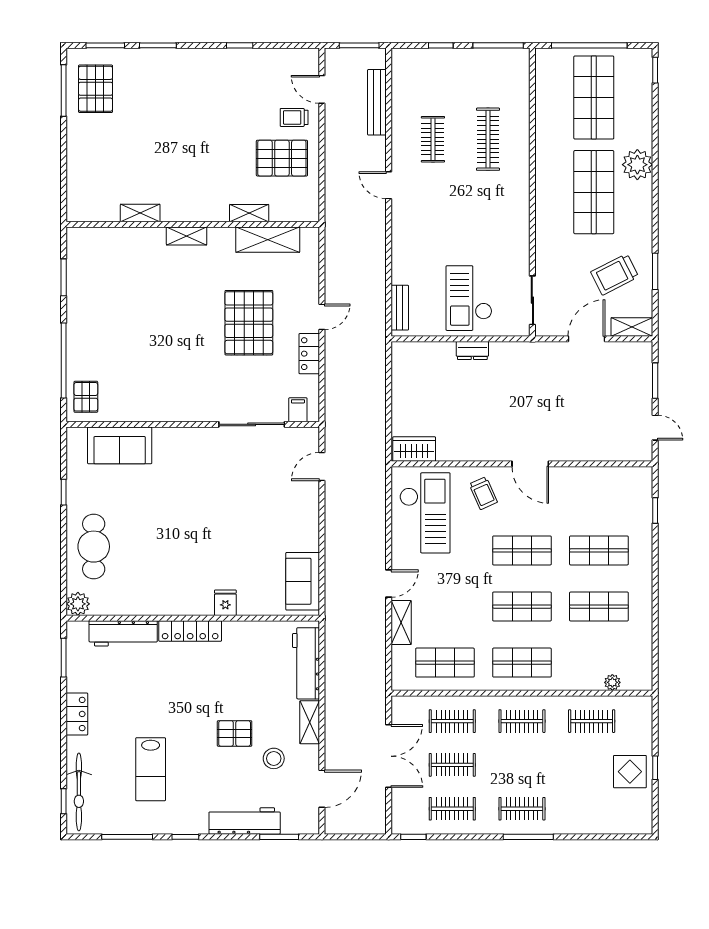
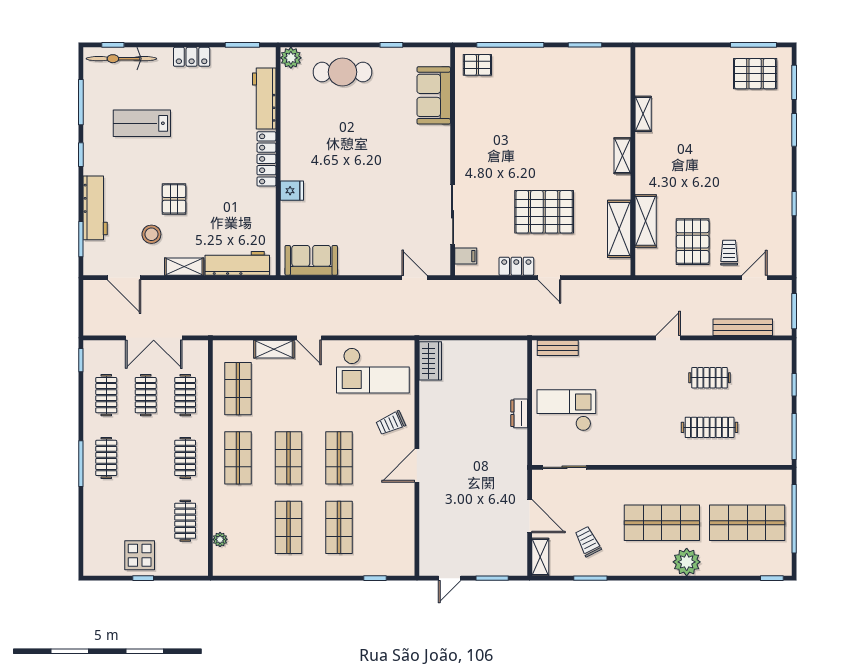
shelving: (249, 213) -> (646, 221), width x1.50, depth x1.33
trolley: (615, 274) -> (588, 542), width x0.73, depth x0.72

